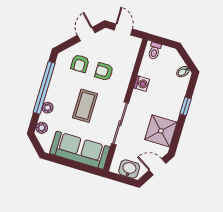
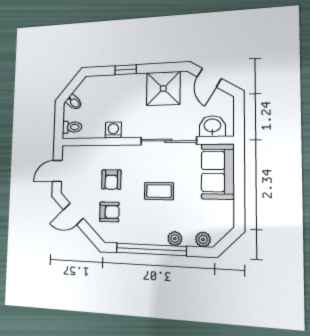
bidet: (183, 72) -> (74, 102), moved
coffee table: (85, 106) -> (159, 191), width x0.73, depth x0.77
sofa: (80, 150) -> (218, 171), width x0.73
washbasin: (129, 169) -> (212, 126), moved, turned 90

